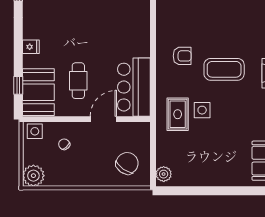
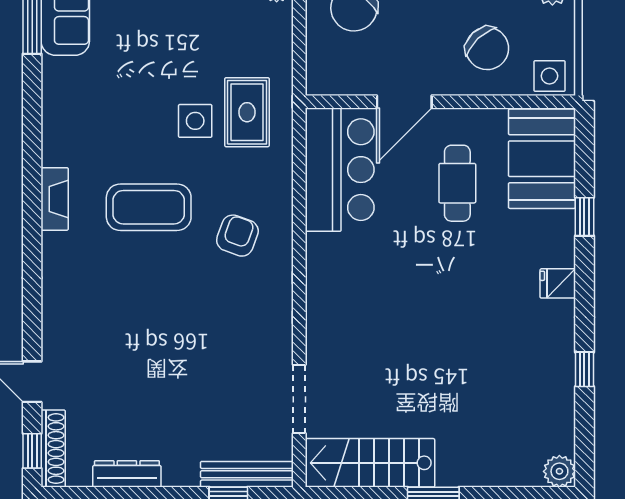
fridge: (31, 47) -> (558, 283), moved
armchair: (182, 56) -> (237, 236), turned 110
window: (18, 85) -> (584, 217), moved
chair: (64, 144) -> (487, 48), width x1.87, depth x1.87

